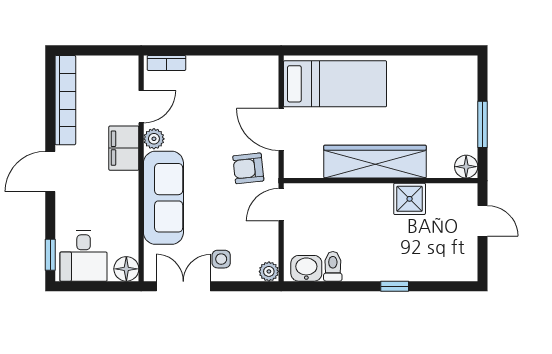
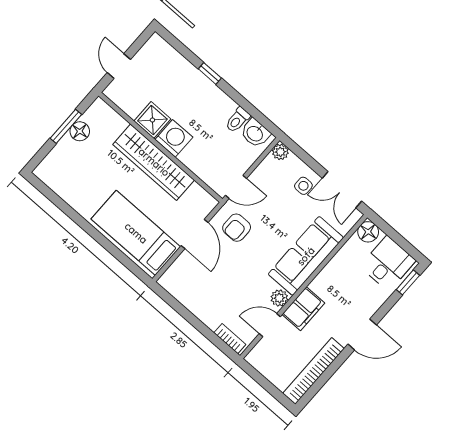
floor lamp: (466, 167) -> (80, 131), moved
armchair: (248, 168) -> (237, 228), turned 96
washing machine: (376, 199) -> (174, 138), added

